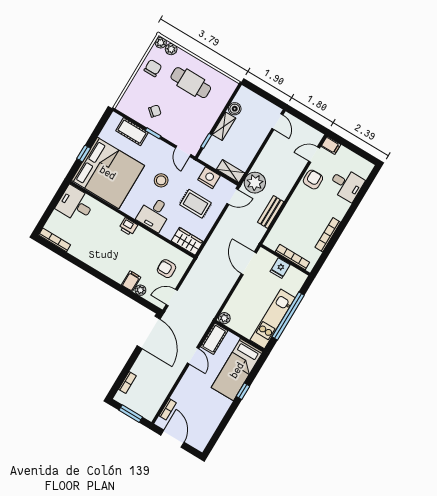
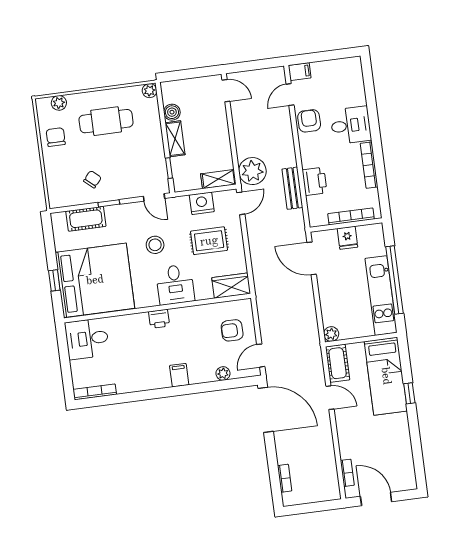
plant: (161, 43) -> (149, 91), moved
desk: (346, 184) -> (351, 125), moved
printer: (287, 219) -> (315, 181), added
filing cabinet: (131, 281) -> (179, 375), moved
window: (131, 414) -> (313, 507), removed

